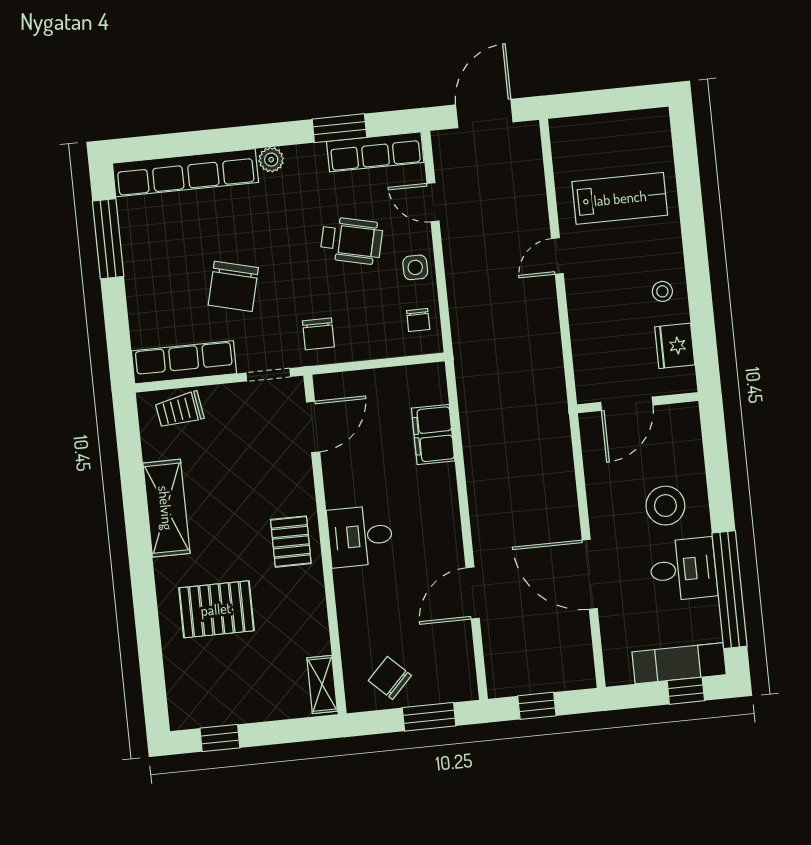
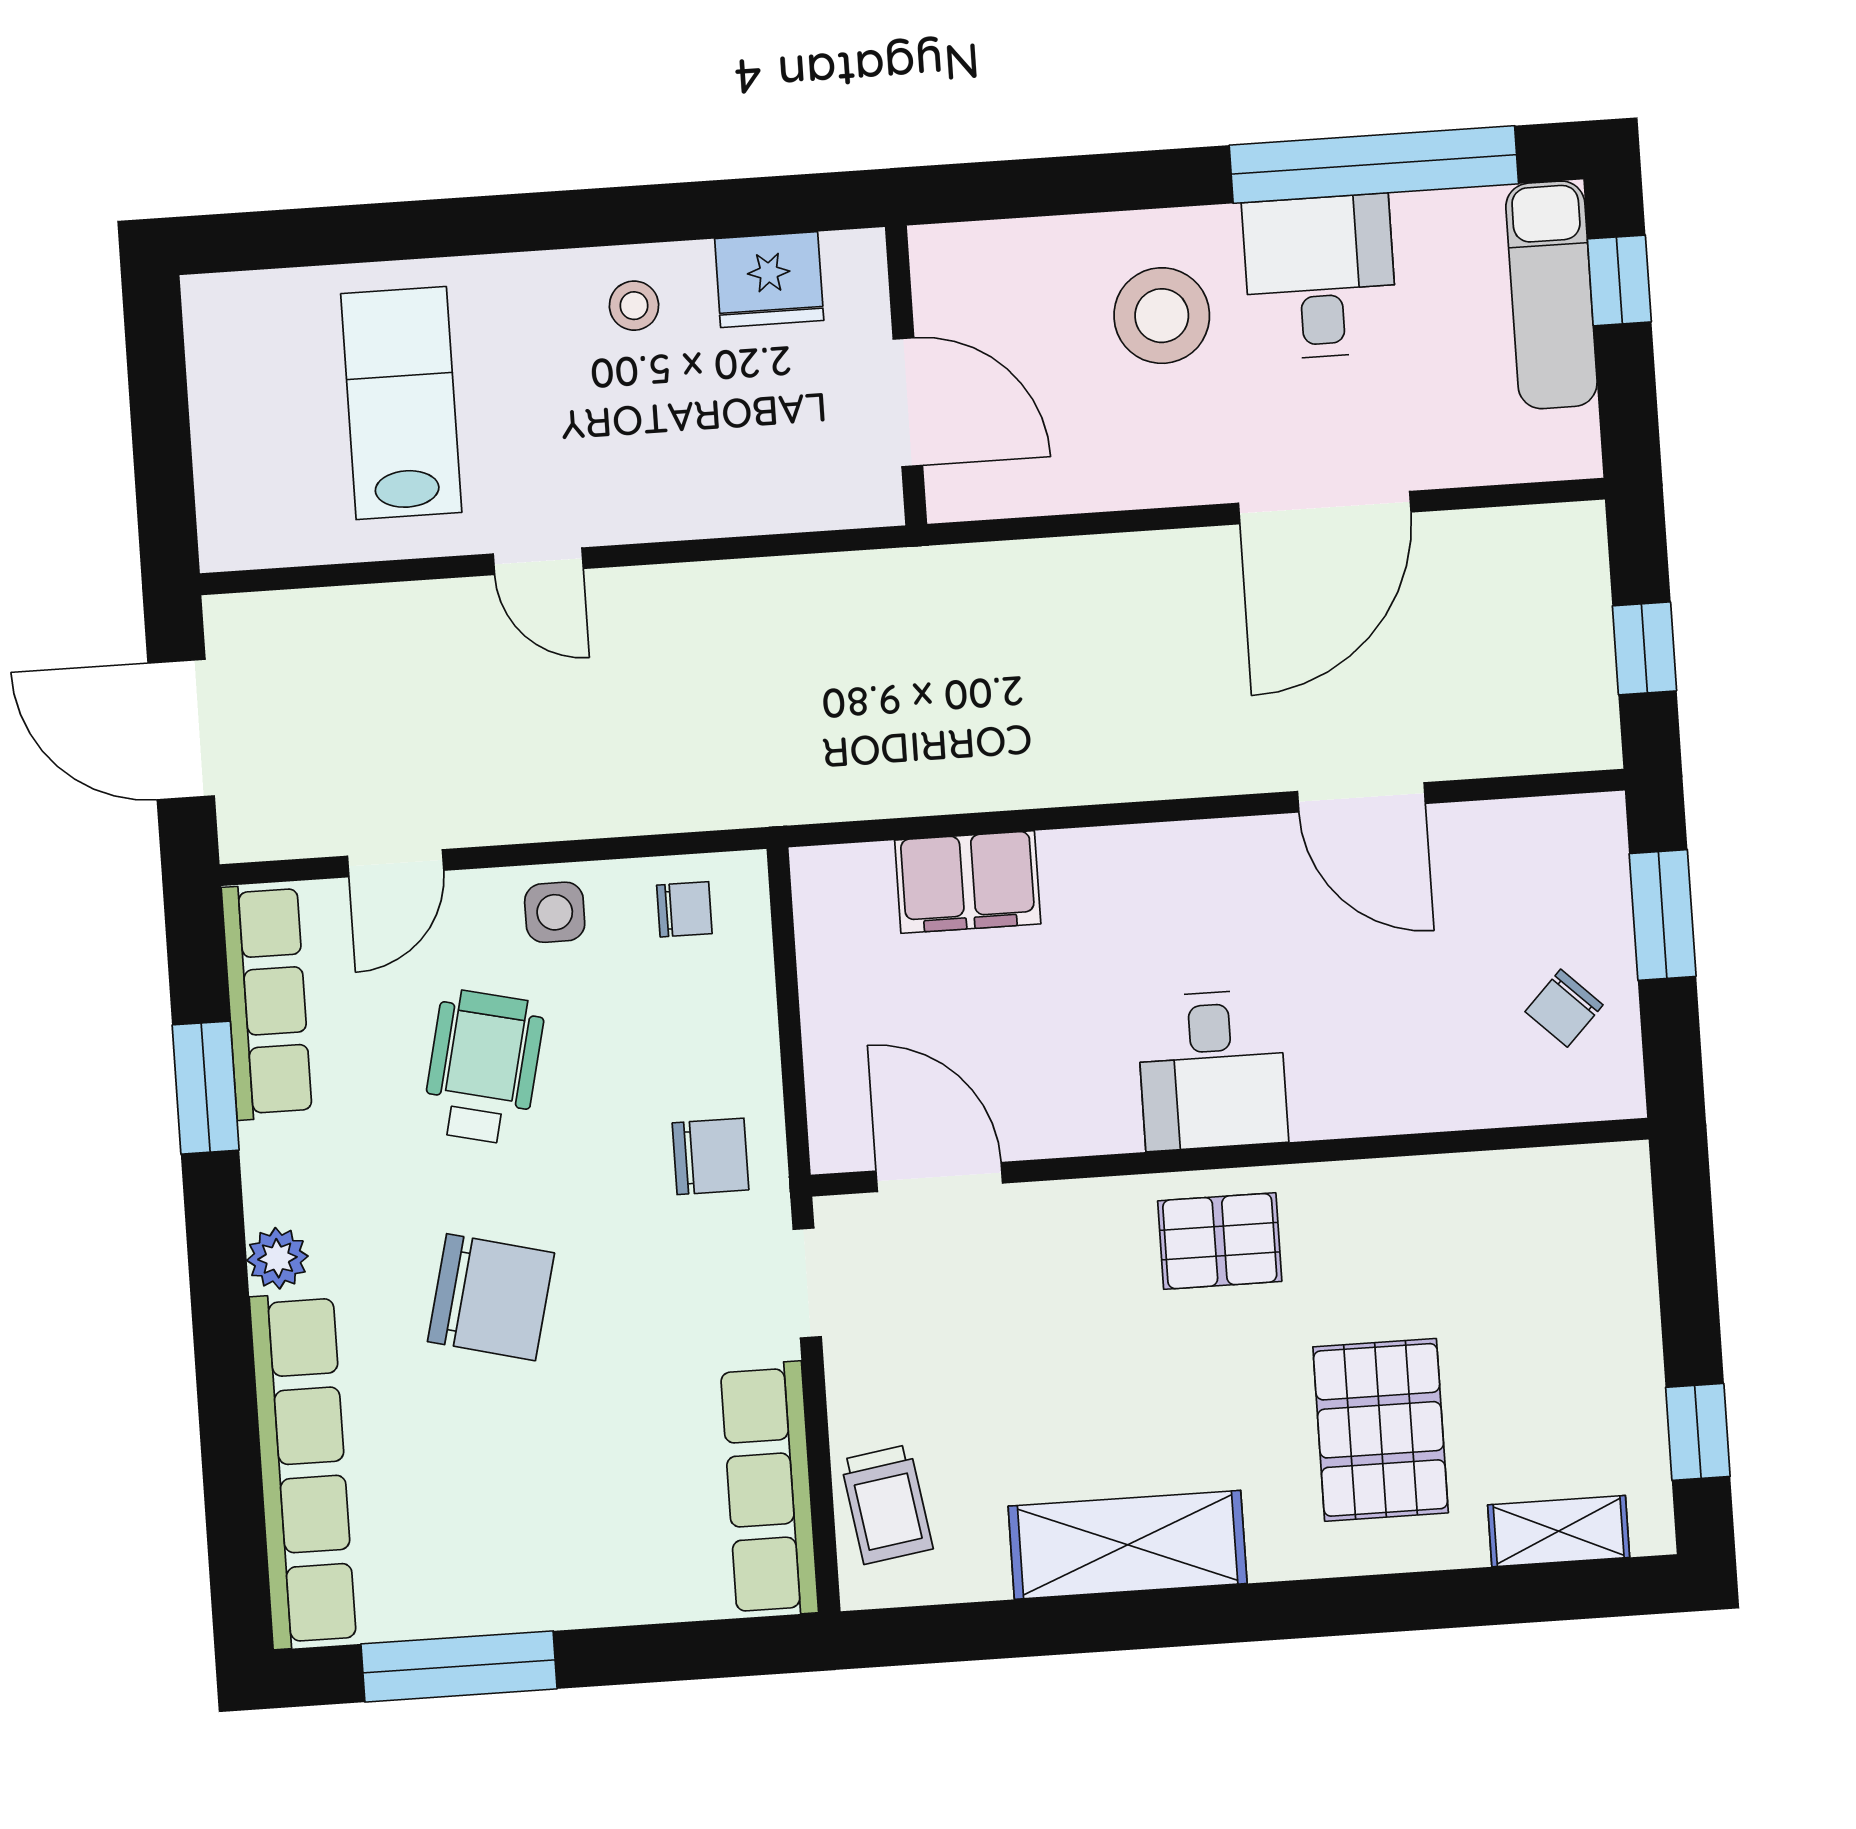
chair: (233, 286) -> (491, 1297), moved
chair: (390, 678) -> (1564, 1008), width x0.73, depth x0.73
shelving: (322, 685) -> (1559, 1531), moved

